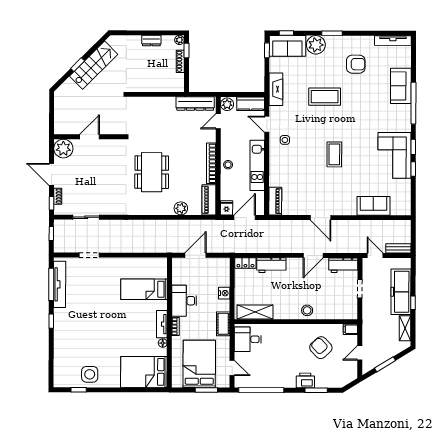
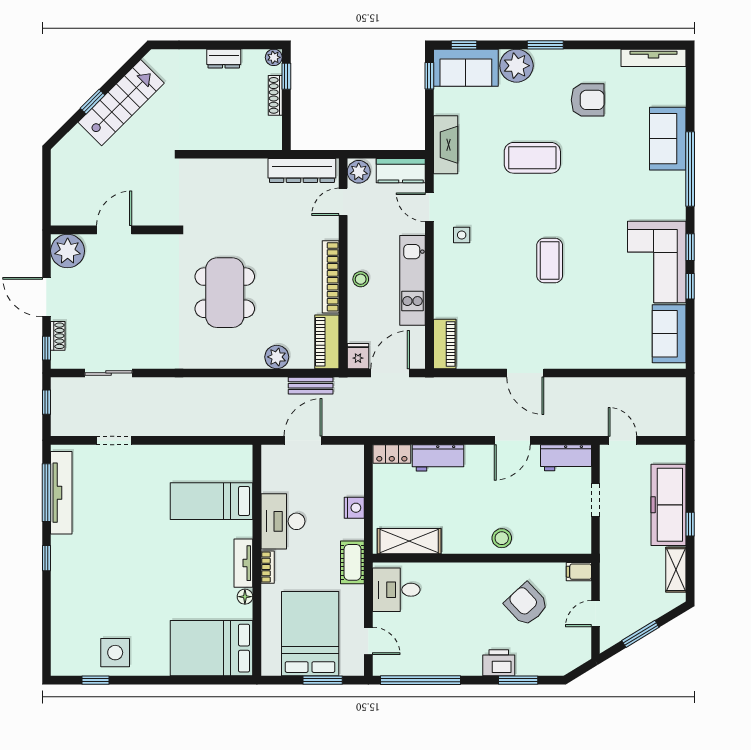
sofa: (373, 206) -> (669, 334), moved, turned -90
bench: (398, 248) -> (311, 386), moved

